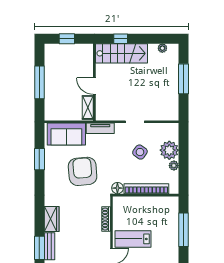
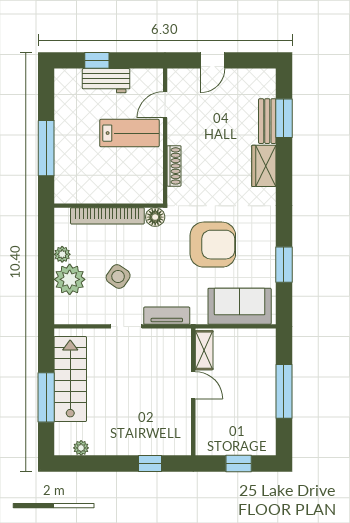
stairs: (121, 53) -> (70, 379), moved, turned 90
tv unit: (100, 128) -> (167, 316), moved
armchair: (83, 171) -> (213, 245), turned -85

